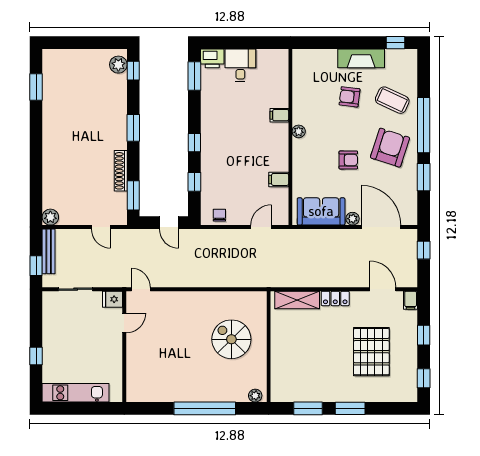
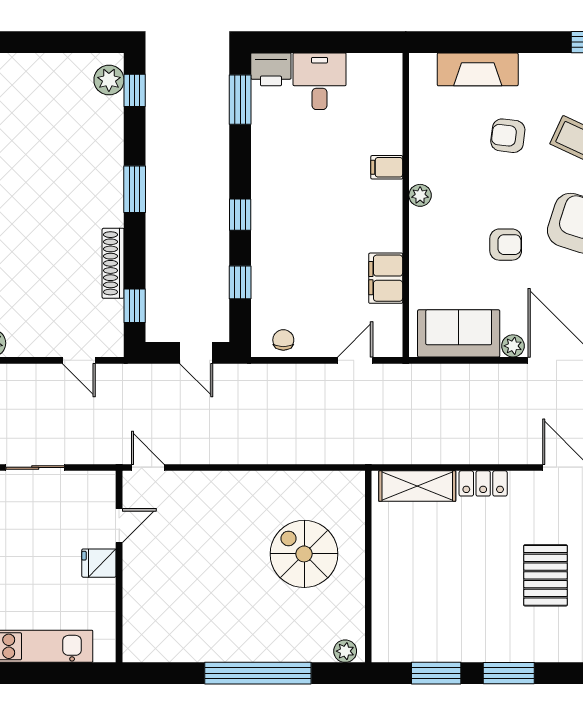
fireplace: (361, 58) -> (478, 69), moved
filing cabinet: (279, 179) -> (386, 278), width x2.00
window: (133, 195) -> (135, 306), width x0.67
fridge: (113, 299) -> (99, 563), moved
pallet: (371, 352) -> (545, 575), width x0.73, depth x0.71

